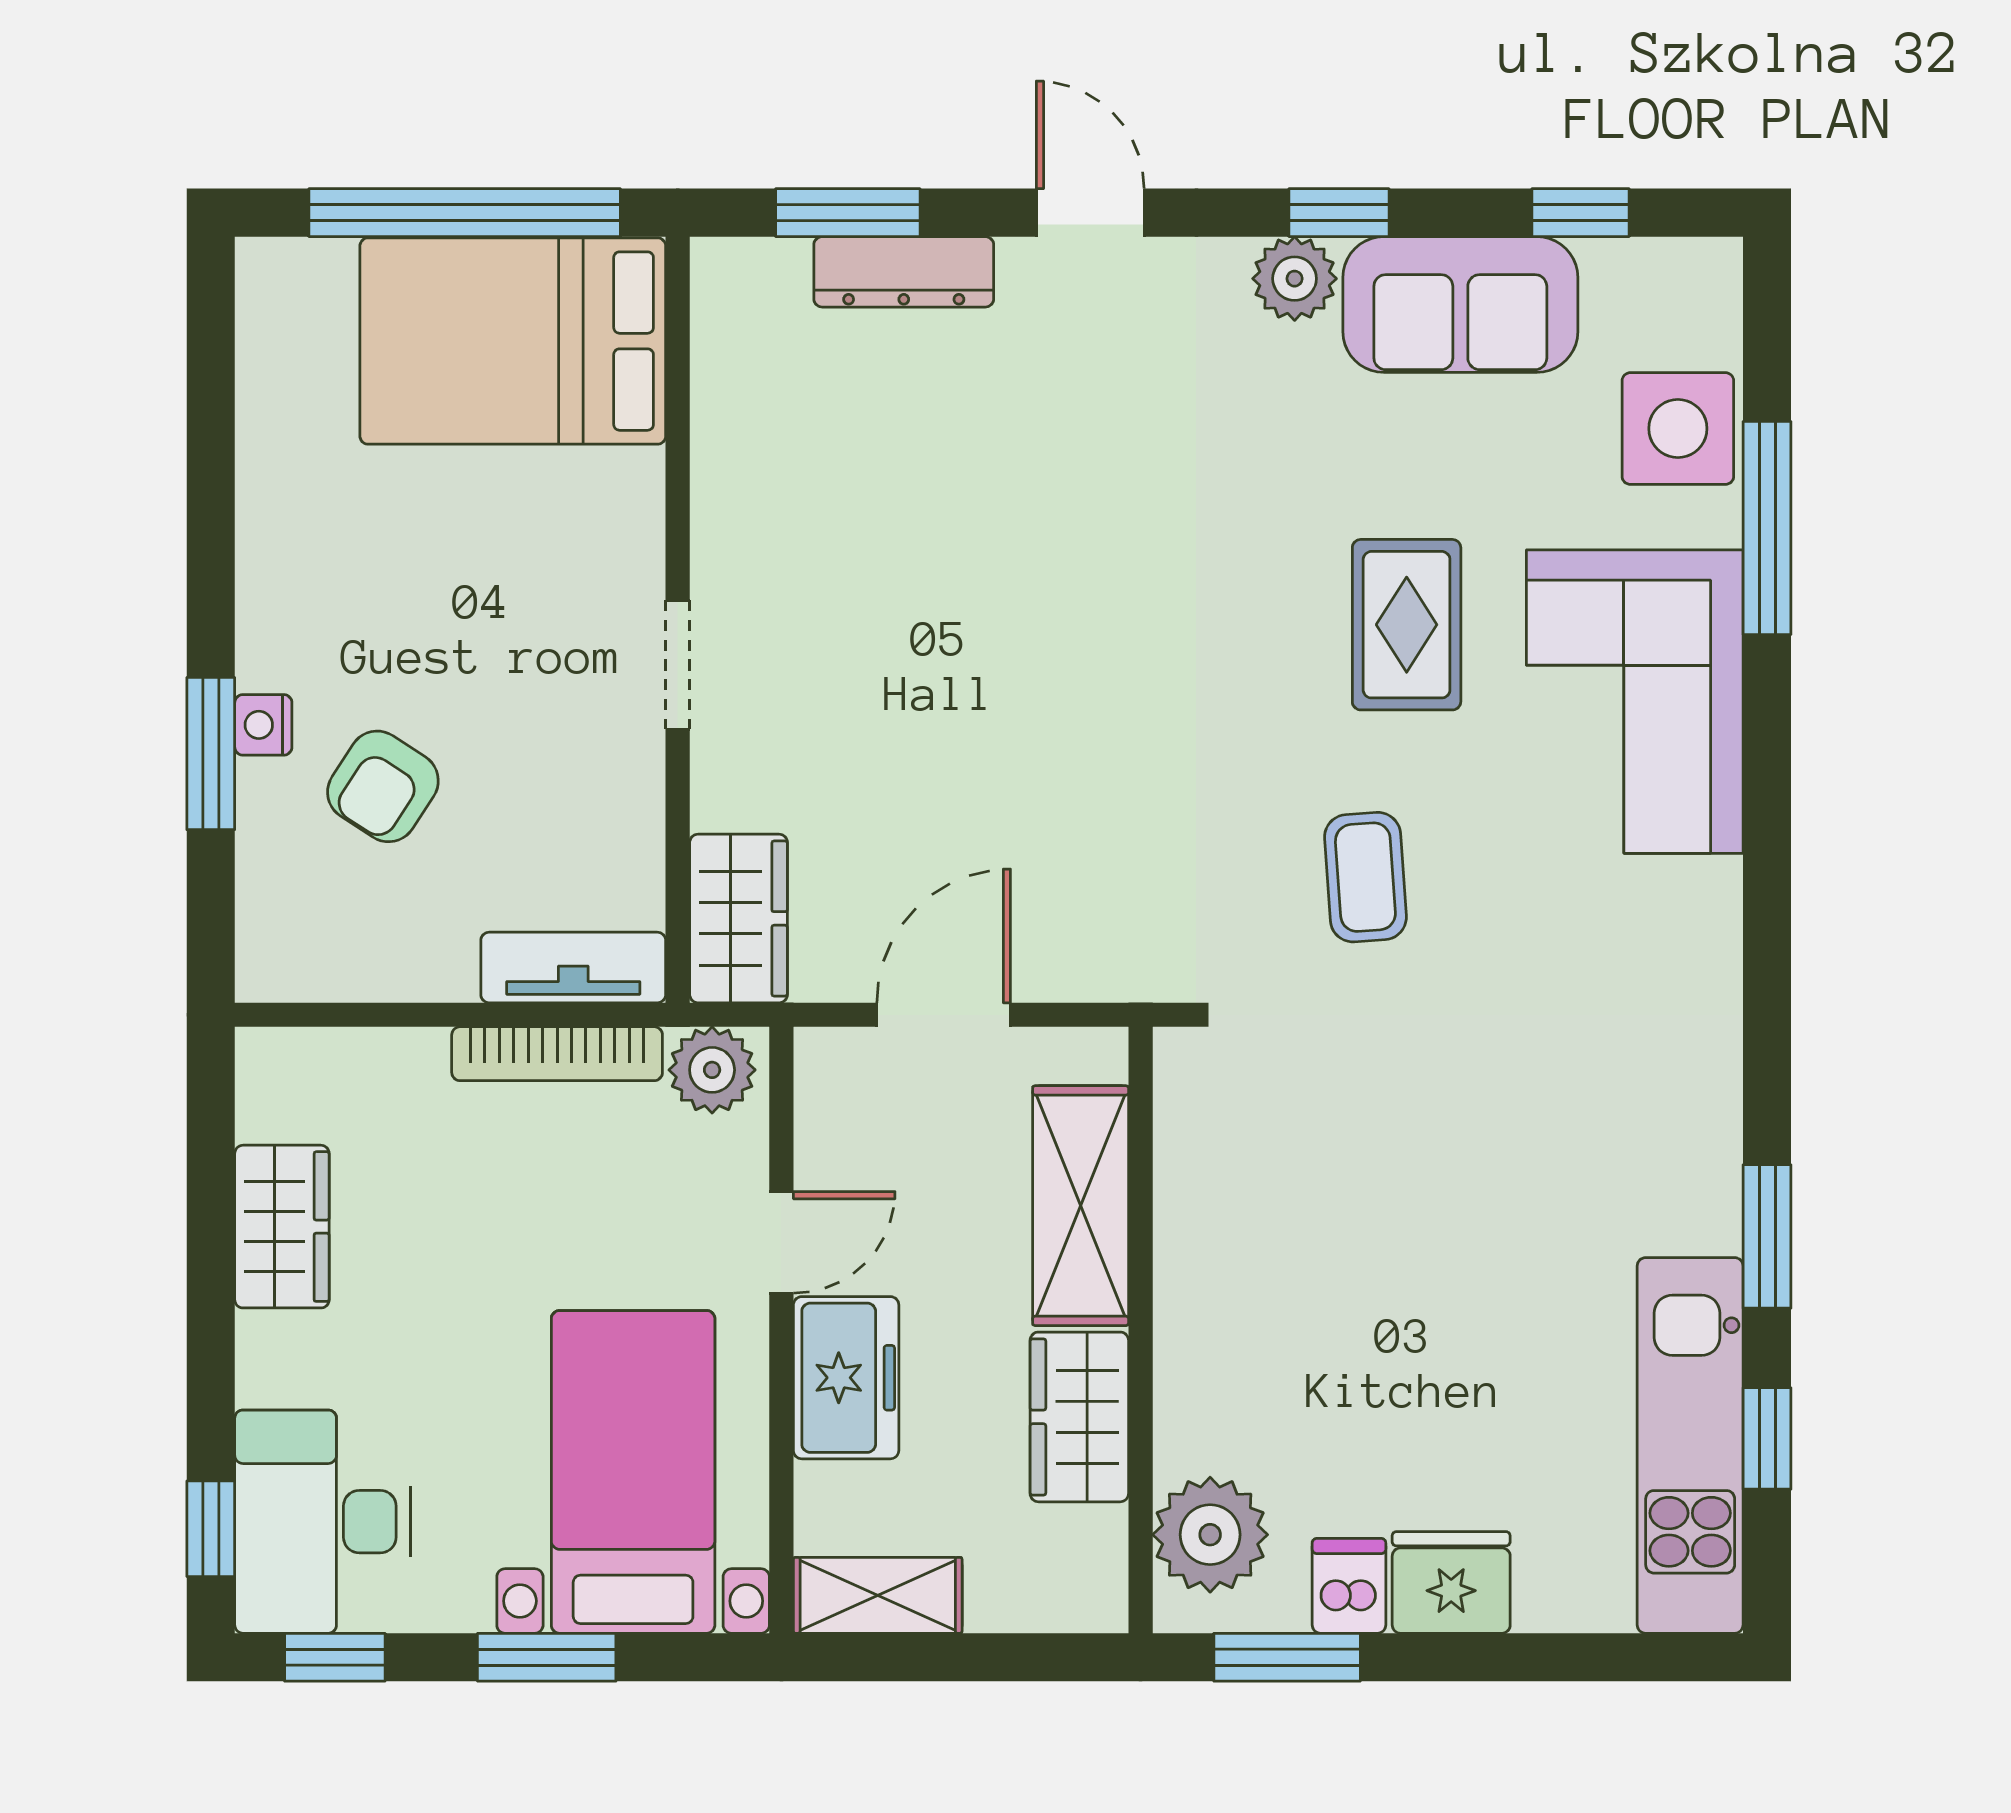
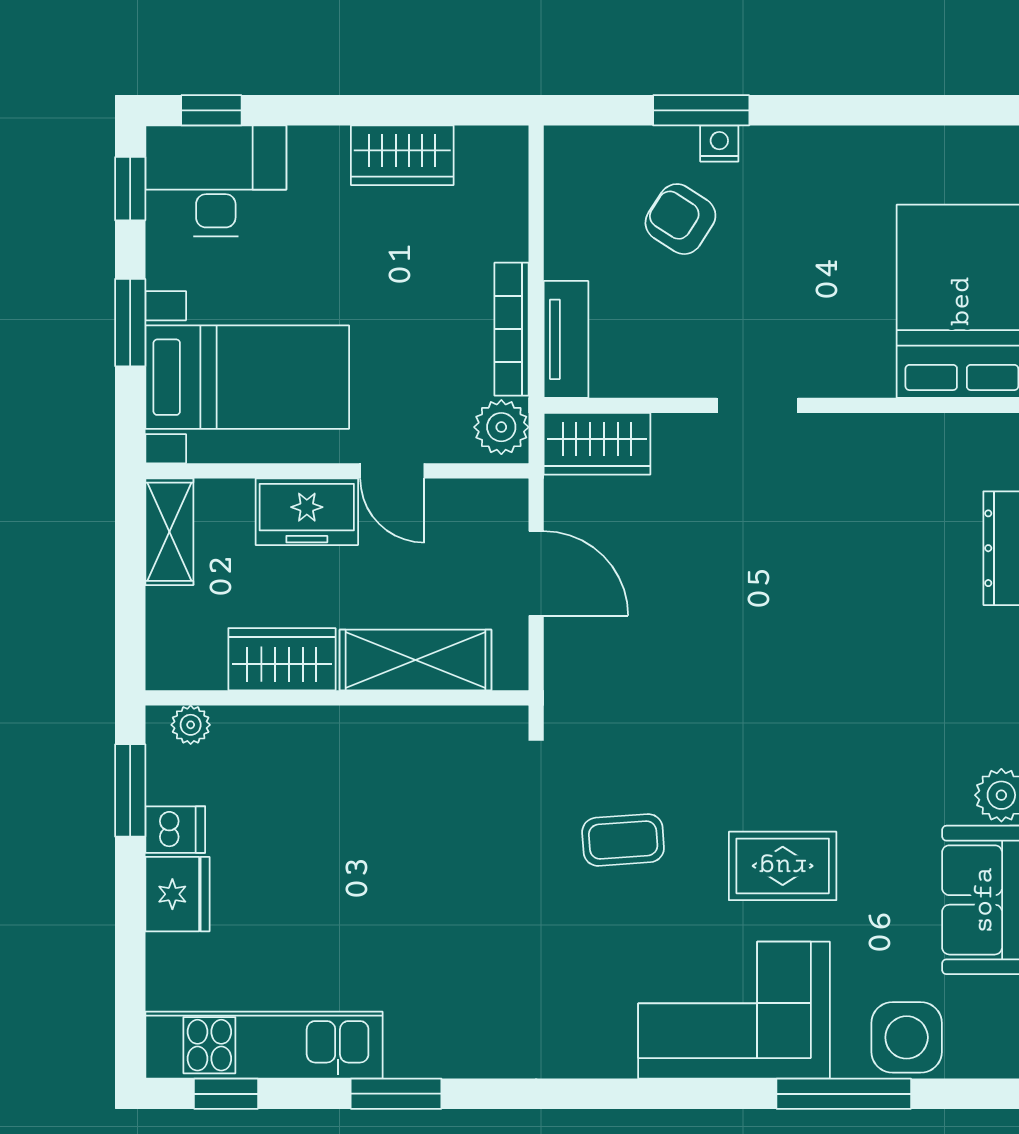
window: (1767, 1438) -> (226, 1094), moved
plant: (1210, 1535) -> (191, 725), width x0.53, depth x0.53

